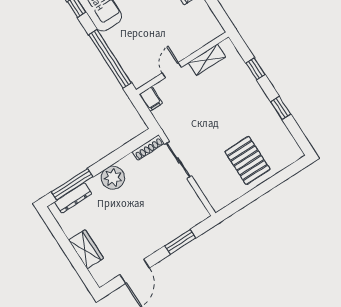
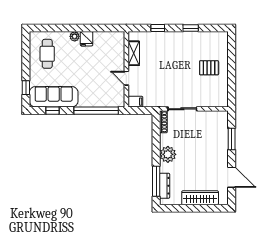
pallet: (247, 160) -> (209, 68), width x0.67, depth x0.71
wardrobe: (86, 249) -> (200, 198), width x1.50

